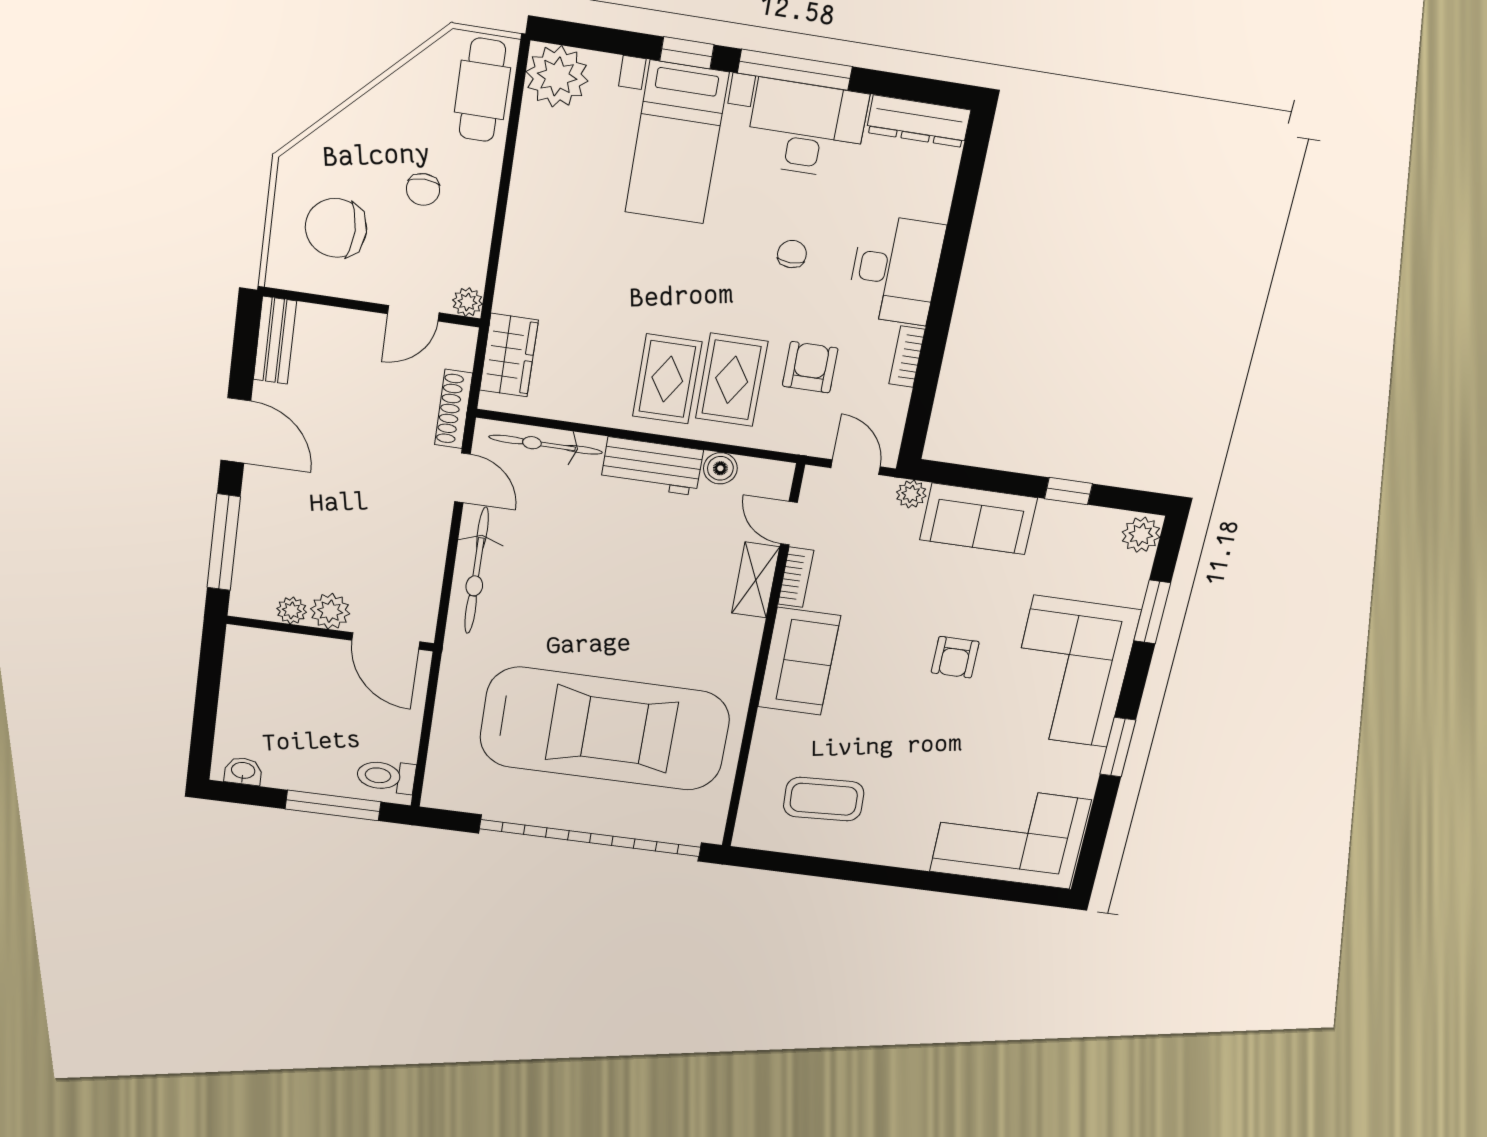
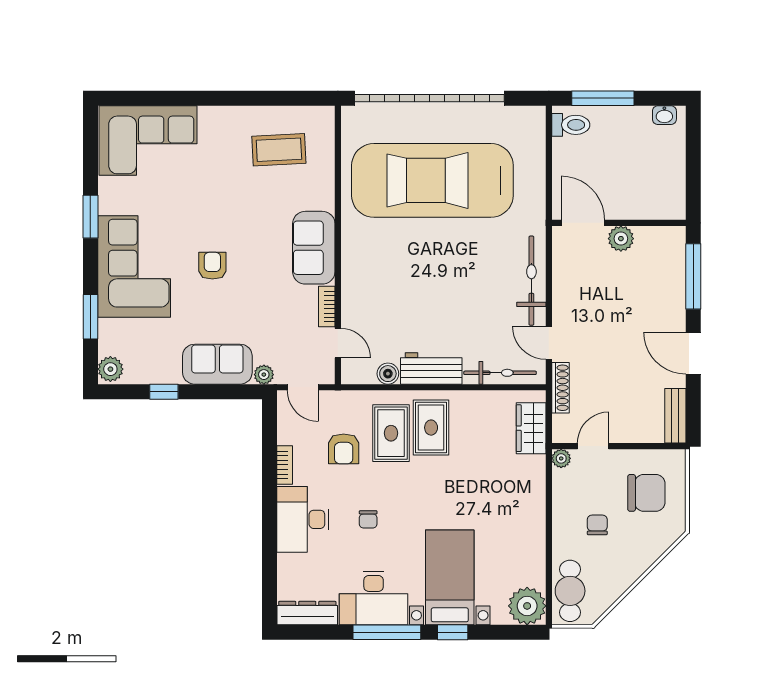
shelving: (756, 580) -> (352, 301), removed
plant: (292, 610) -> (645, 235), removed

